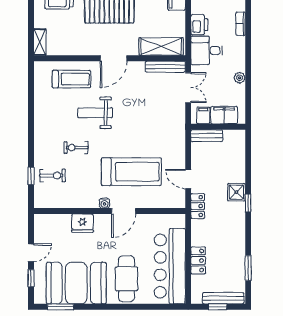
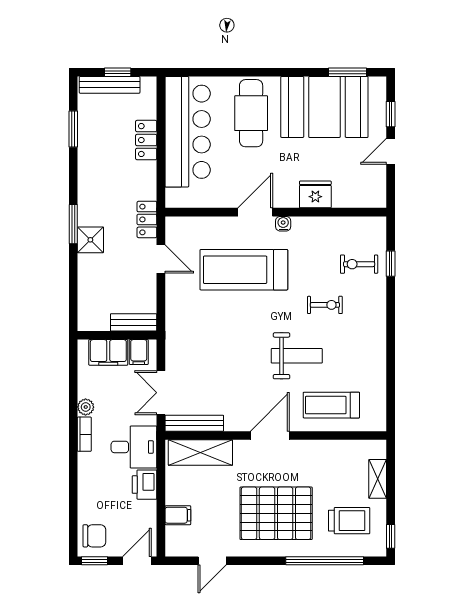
bookcase: (241, 24) -> (84, 434), moved
shelving: (40, 42) -> (378, 479), moved
window: (248, 203) -> (73, 224), width x1.50

